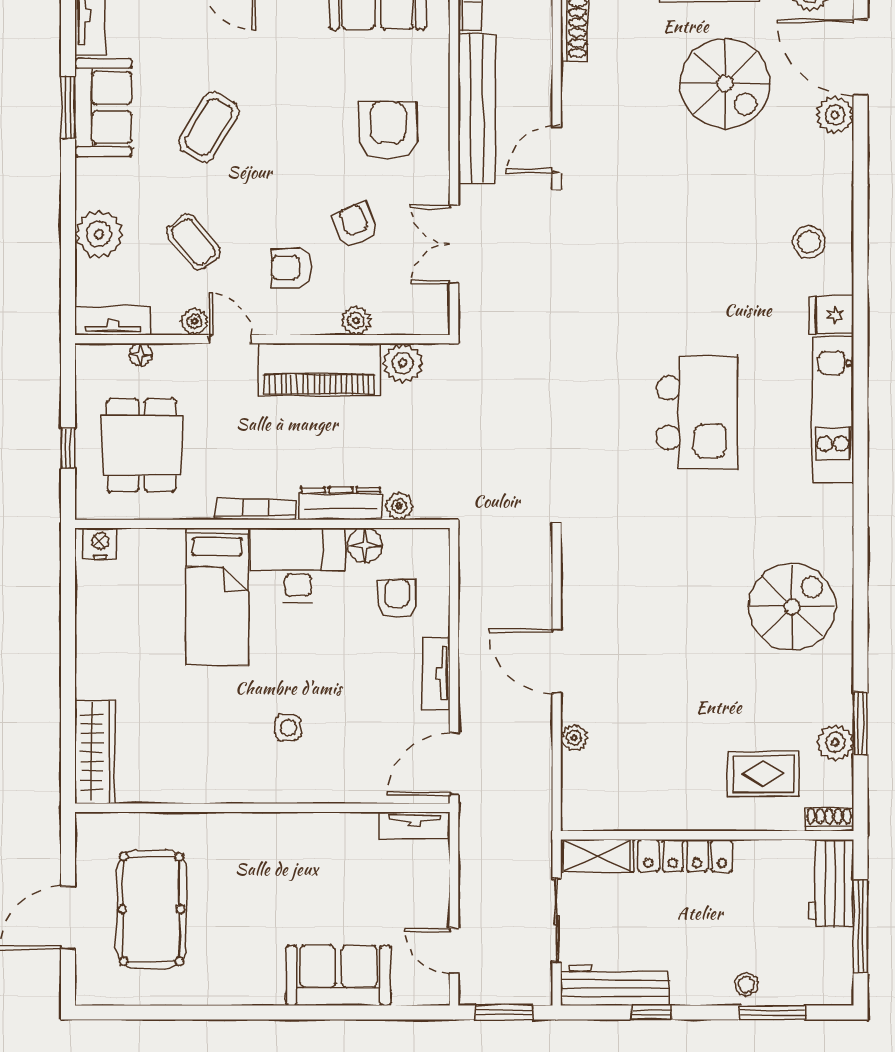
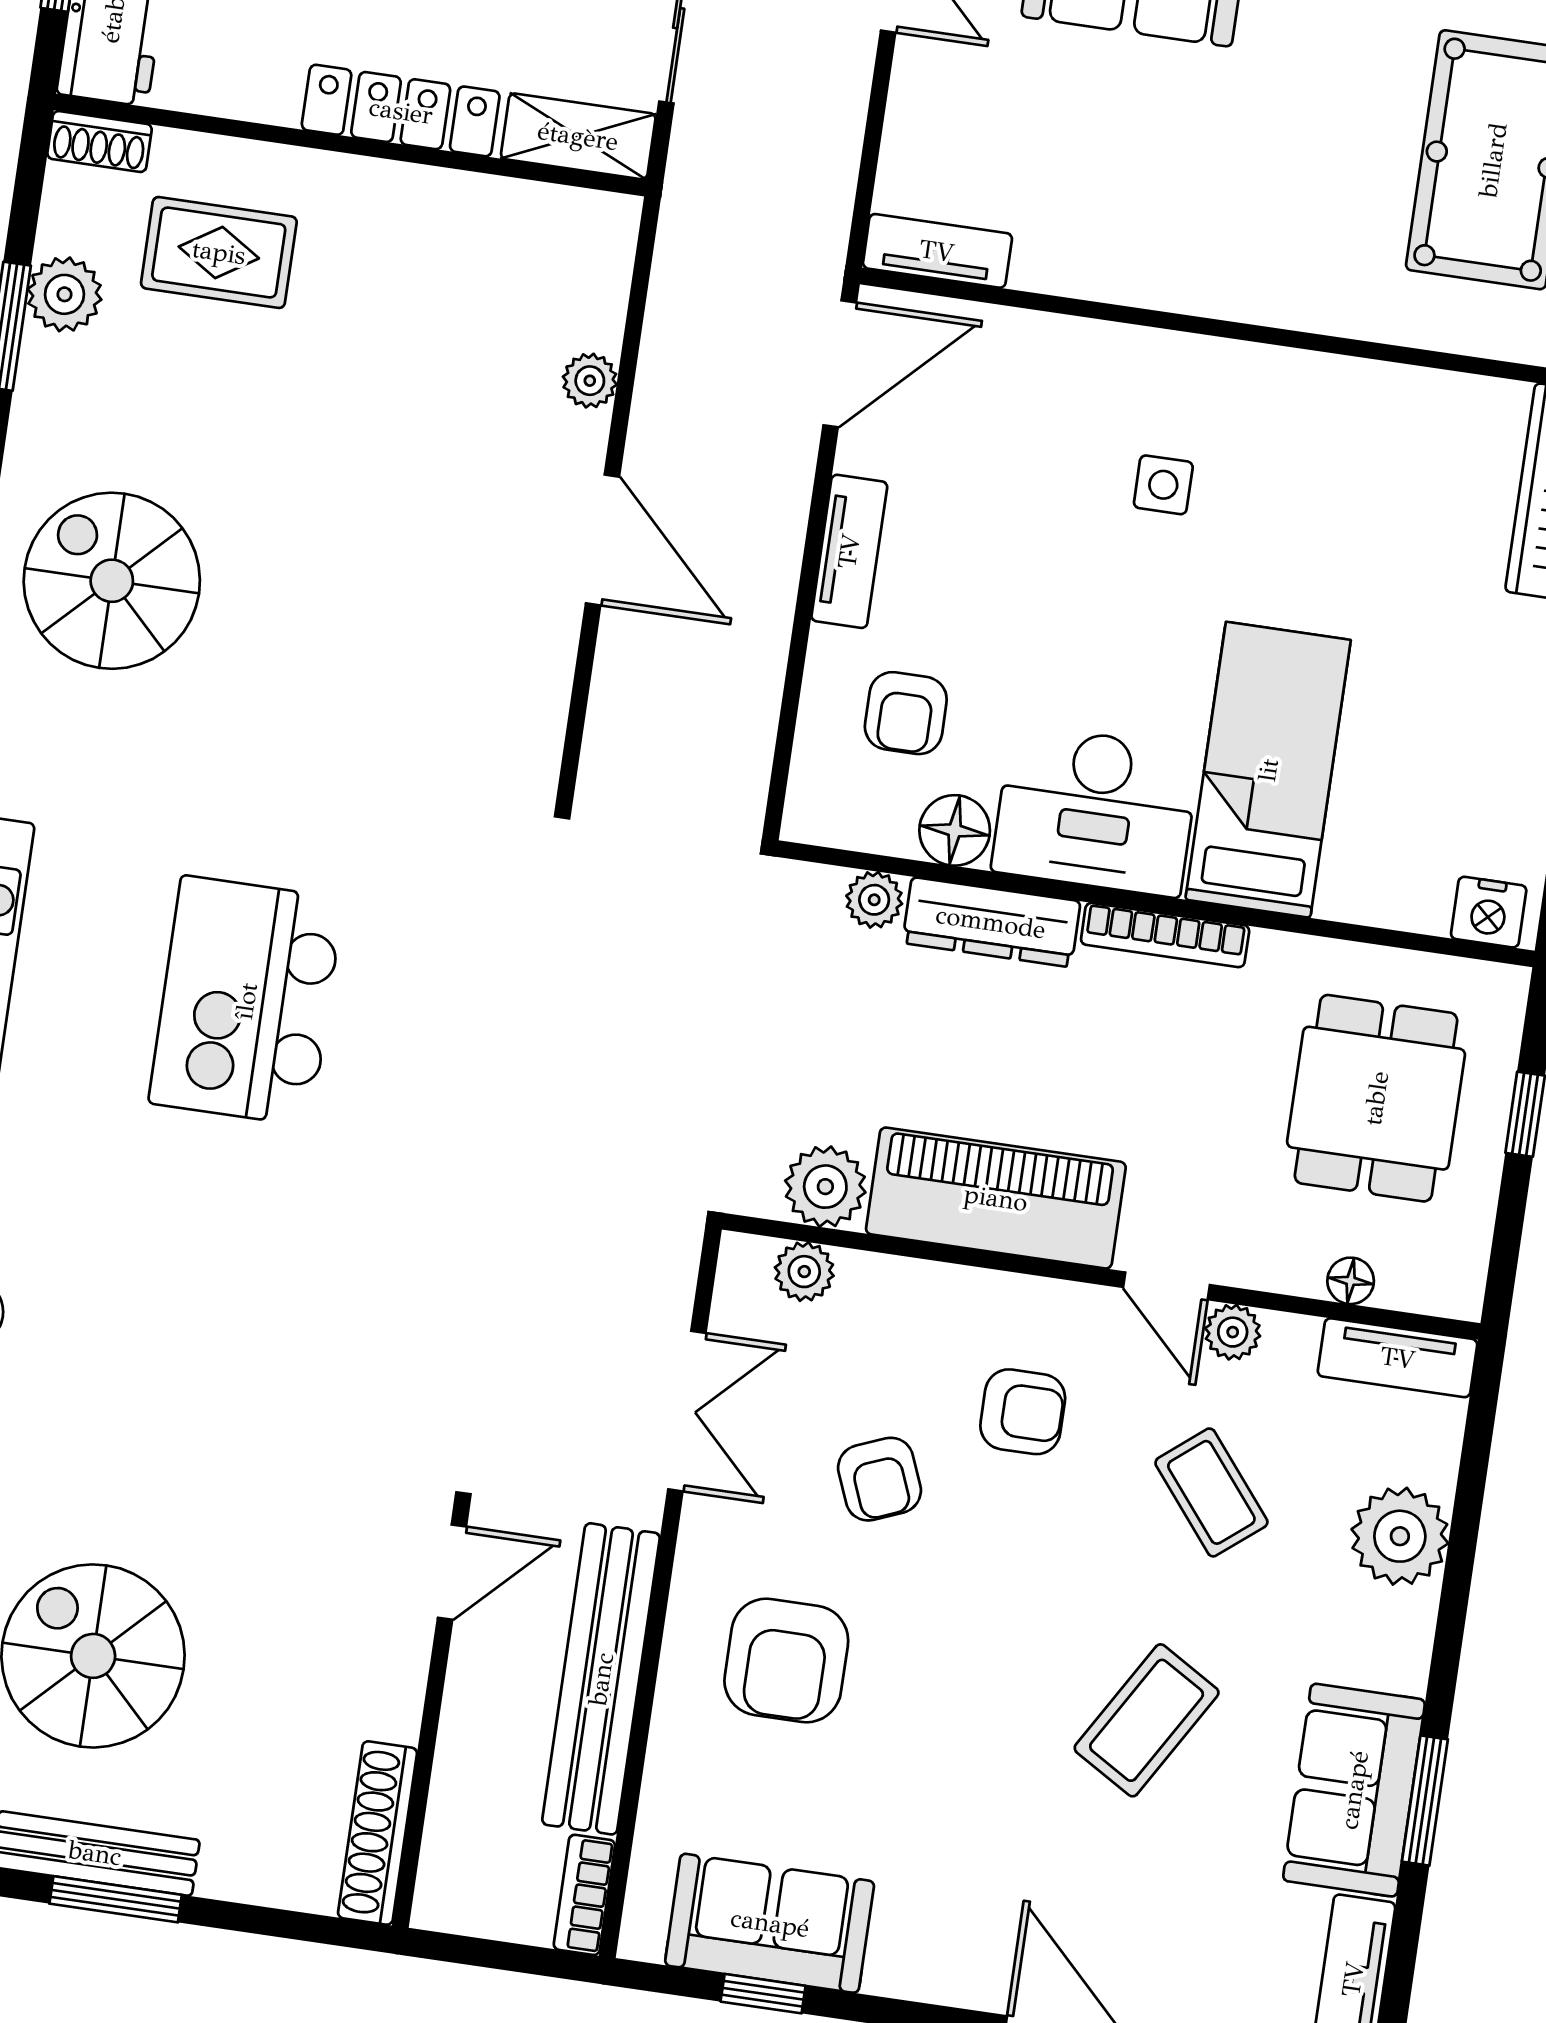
plant: (356, 320) -> (804, 1272), moved
spiral stairs: (792, 607) -> (112, 581), turned 90

